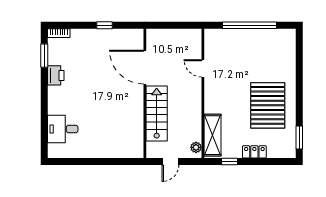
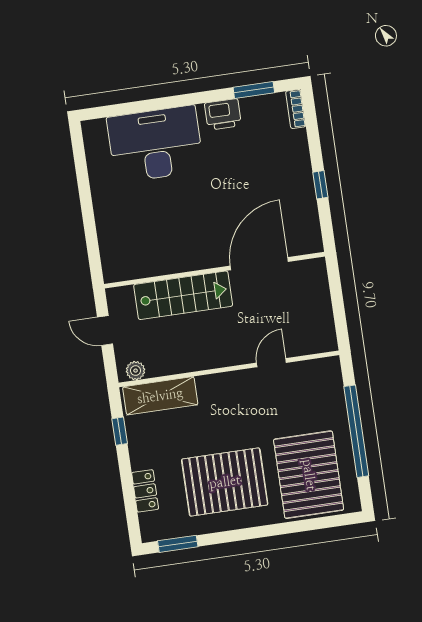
pallet: (270, 56) -> (309, 475), added
desk: (63, 129) -> (155, 144), width x1.87, depth x1.30
locker: (254, 152) -> (145, 491), moved

